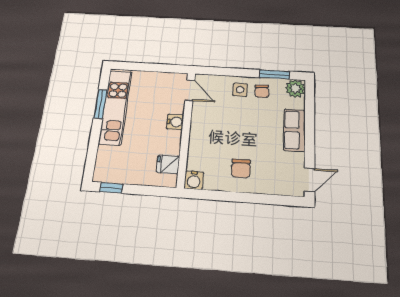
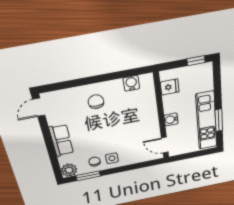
door: (190, 90) -> (165, 145), moved
water cooler: (175, 122) -> (171, 120), moved
wall: (186, 128) -> (161, 117), moved
fridge: (168, 164) -> (170, 87), moved

